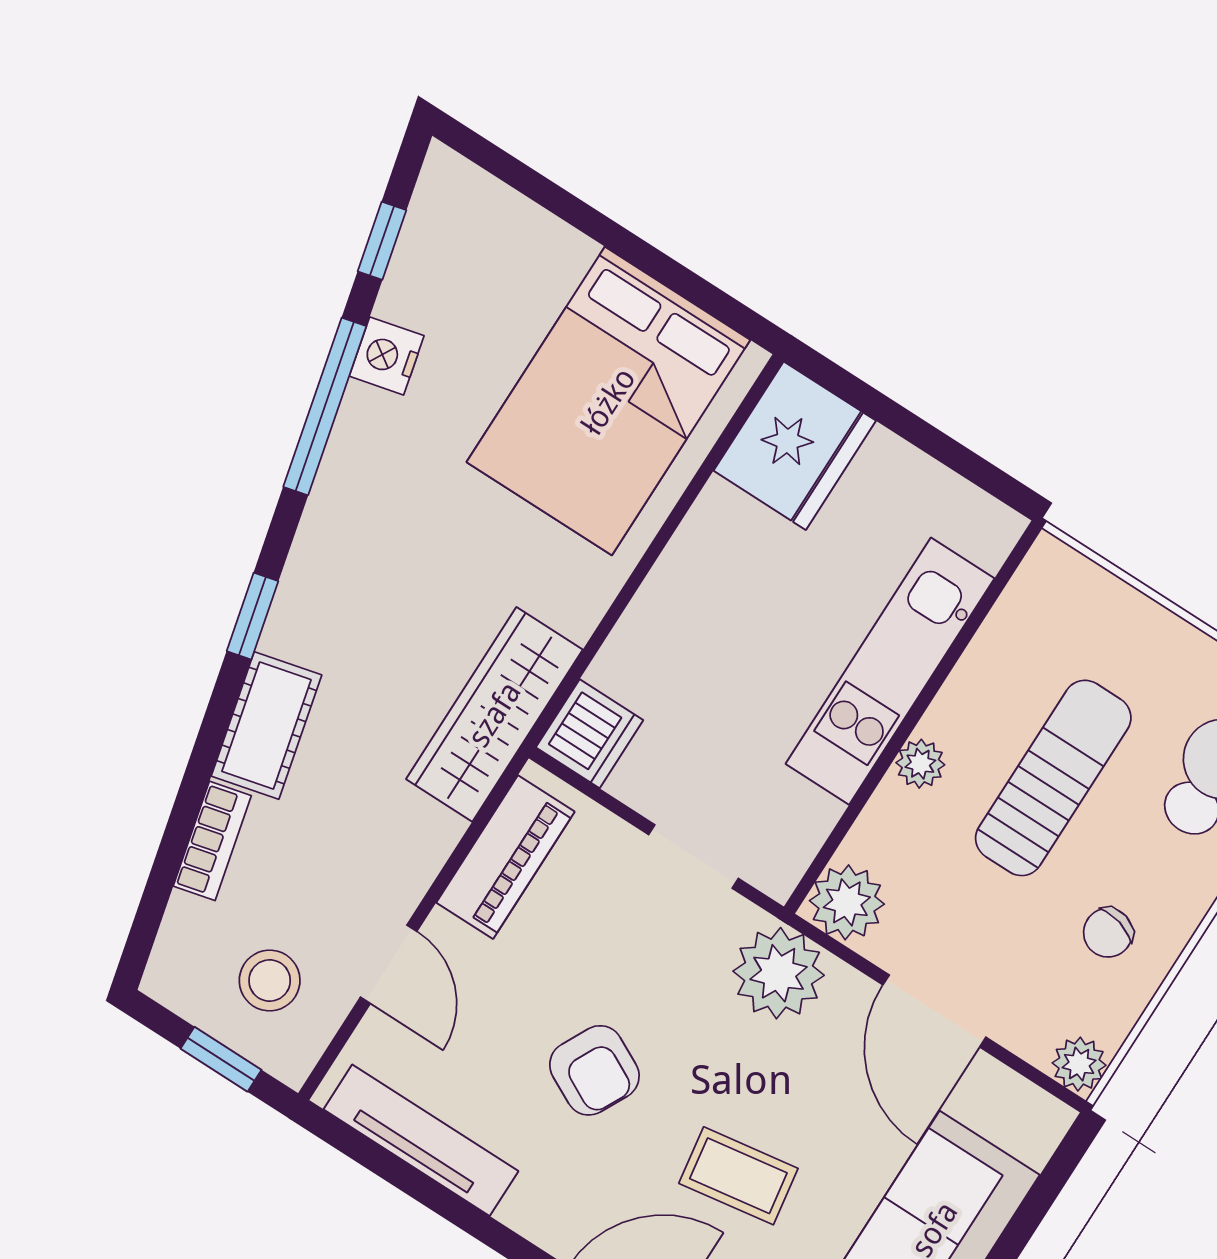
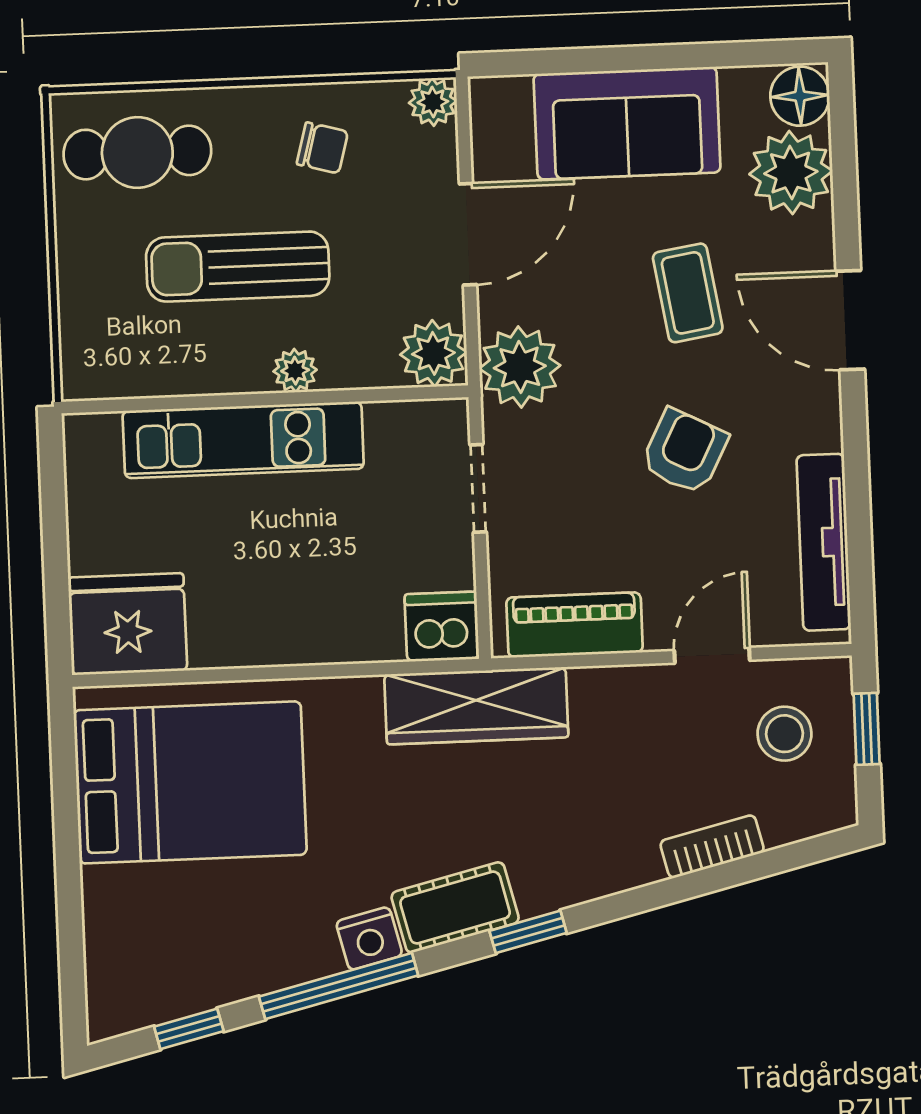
nightstand: (387, 356) -> (369, 938), moved
cot: (266, 726) -> (455, 908), moved

